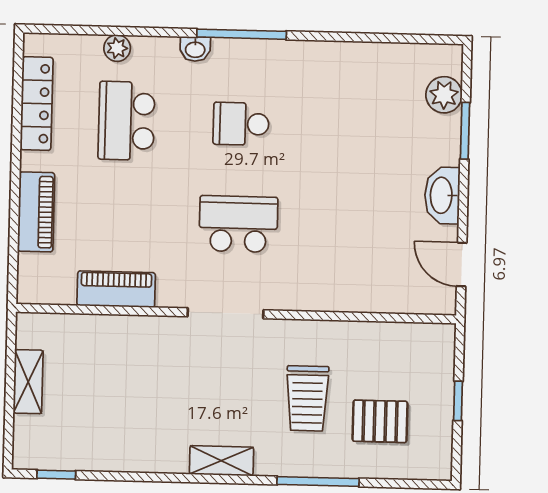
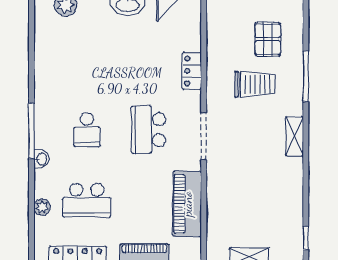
piano: (116, 289) -> (187, 204), width x1.37, depth x1.33
locker: (332, 297) -> (192, 71), added

